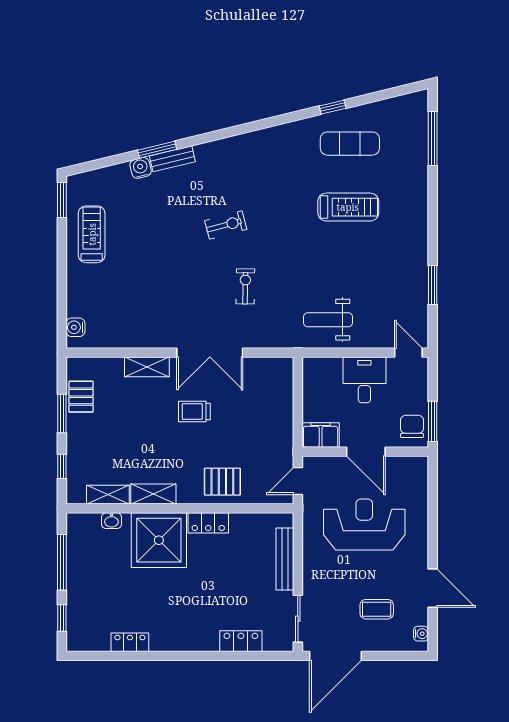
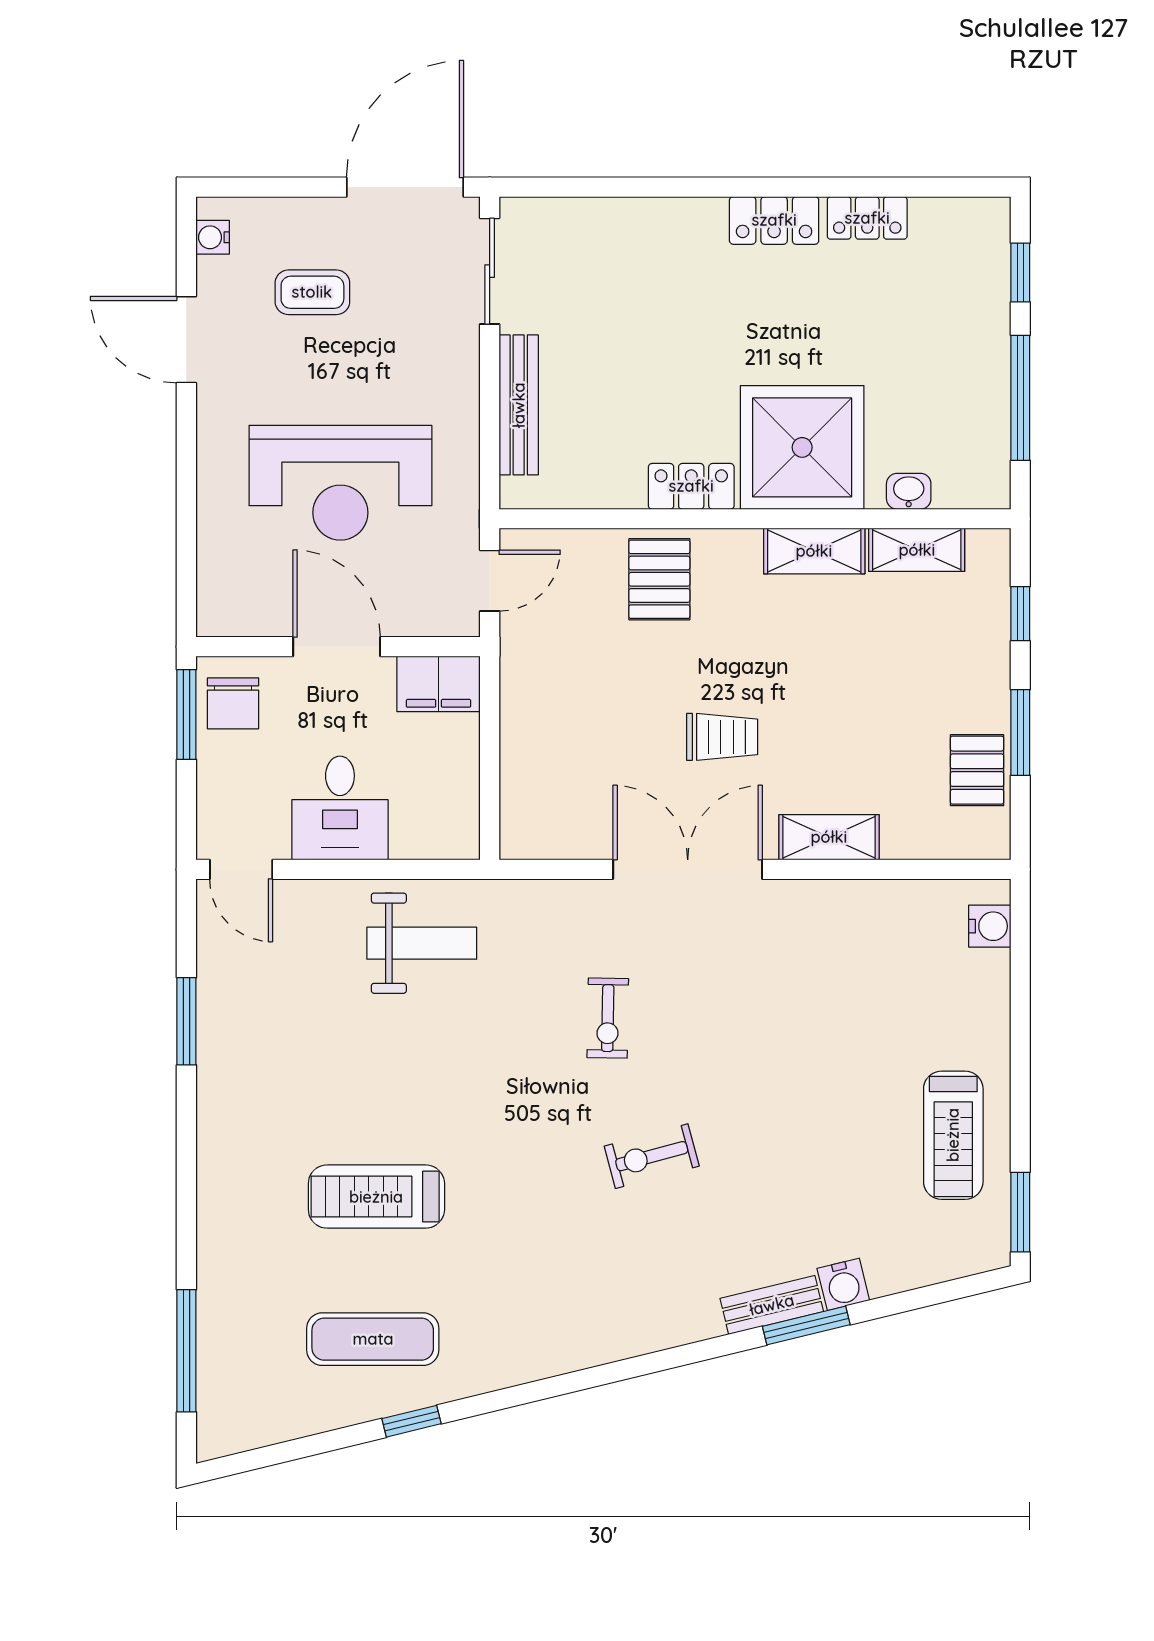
pallet: (222, 482) -> (659, 579), turned 90
locker: (241, 641) -> (774, 220), moved

